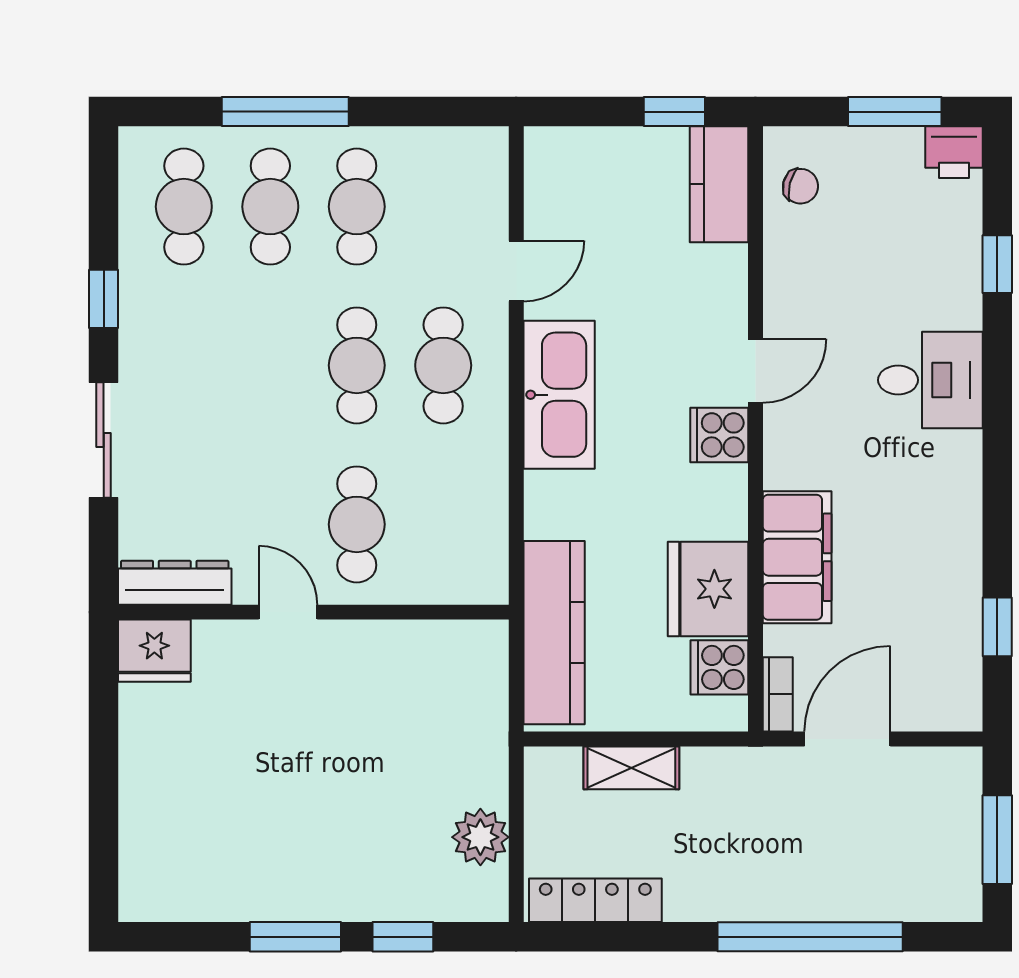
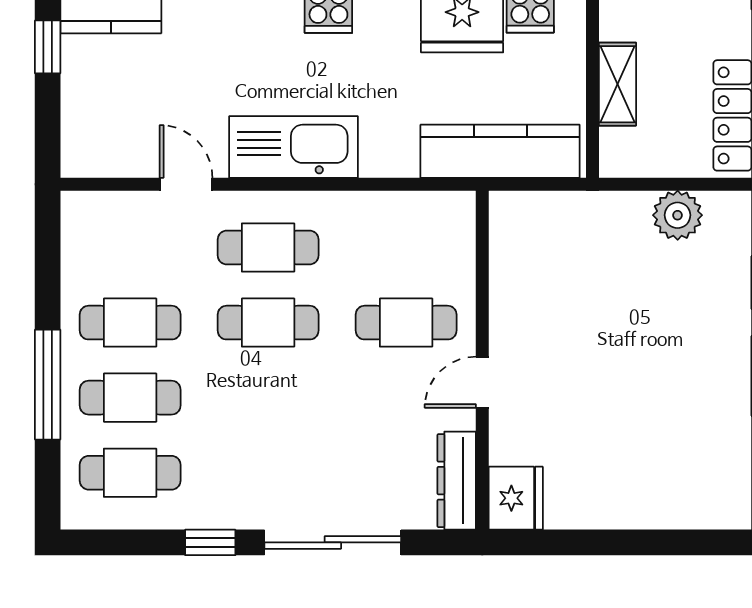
sliding door: (104, 440) -> (333, 542), width x1.37

